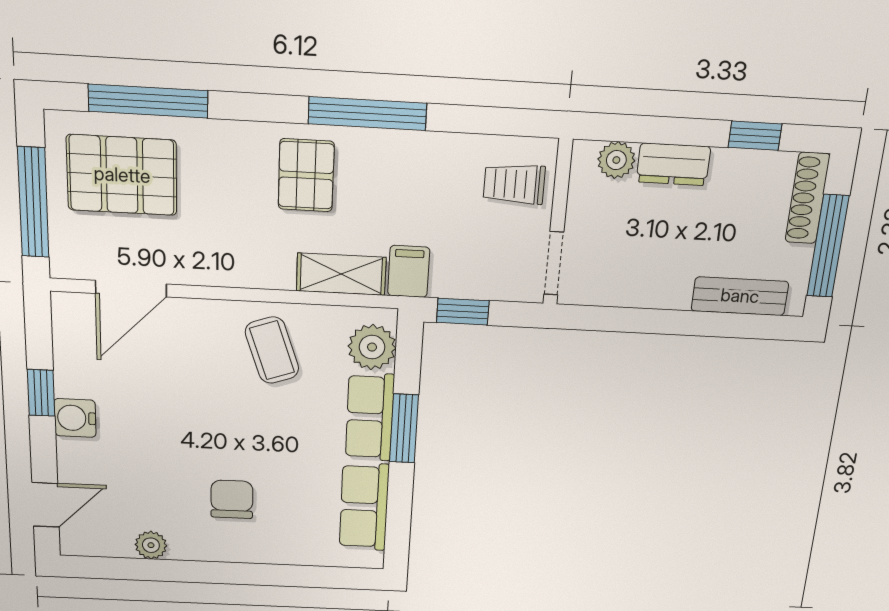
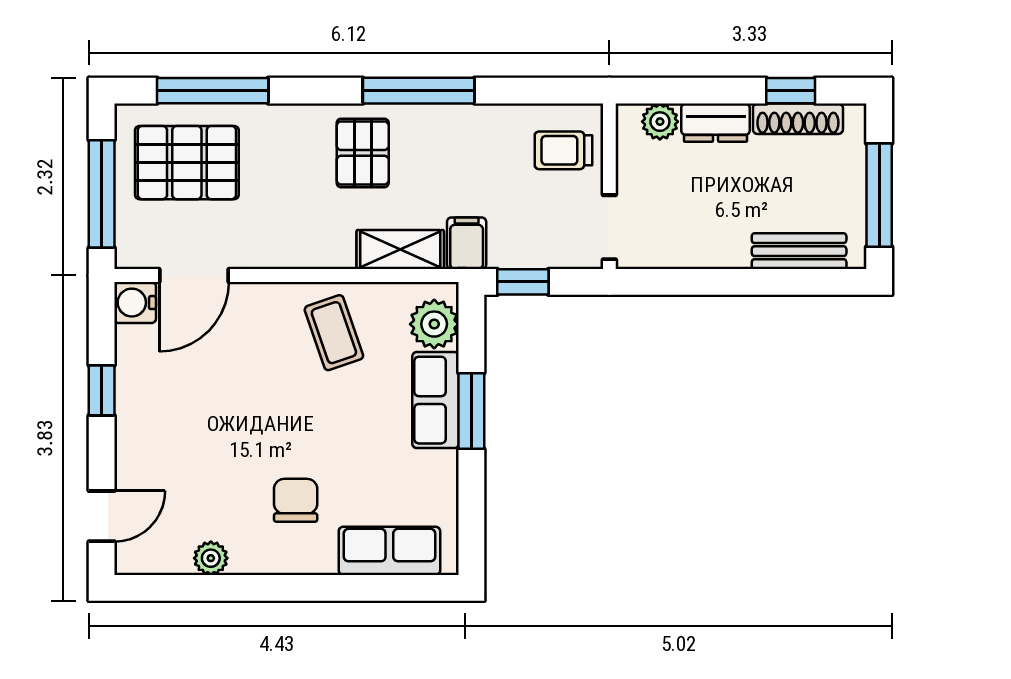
shoe rack: (808, 198) -> (798, 119), moved, turned -90
water cooler: (75, 418) -> (135, 303), moved
row of seats: (364, 507) -> (389, 551), moved, turned 90

